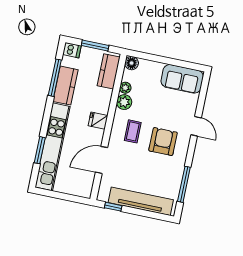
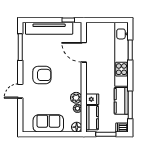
sofa: (182, 79) -> (48, 123), moved
fridge: (98, 121) -> (92, 99), moved
door: (196, 126) -> (20, 91), hinge flipped
coffee table: (133, 131) -> (65, 78), removed
armchair: (163, 142) -> (42, 75), turned -90
door: (101, 160) -> (84, 52), swing flipped

